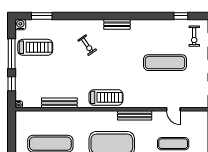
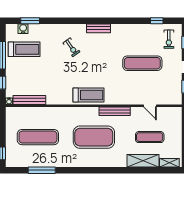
water cooler: (20, 25) -> (23, 29), moved
bench: (59, 103) -> (29, 100), moved

